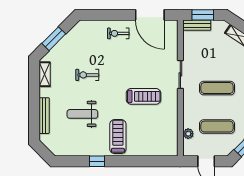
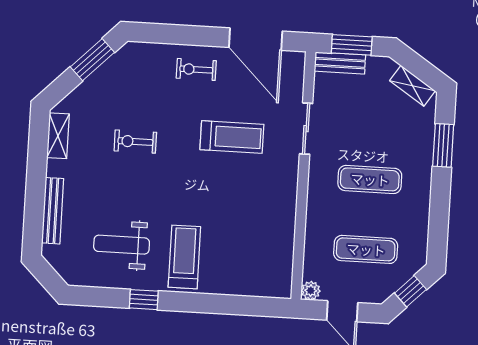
window: (54, 39) -> (92, 60), moved
sliding door: (180, 74) -> (306, 129), moved
treadmill: (143, 96) -> (232, 137), moved
weight bench: (82, 114) -> (122, 245), moved
plant: (188, 134) -> (311, 291), moved

